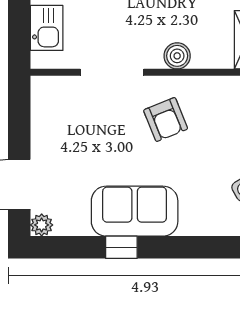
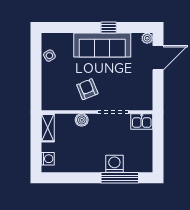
kitchen sink: (47, 28) -> (142, 121), moved, turned -90
sofa: (135, 211) -> (102, 45), width x1.36

